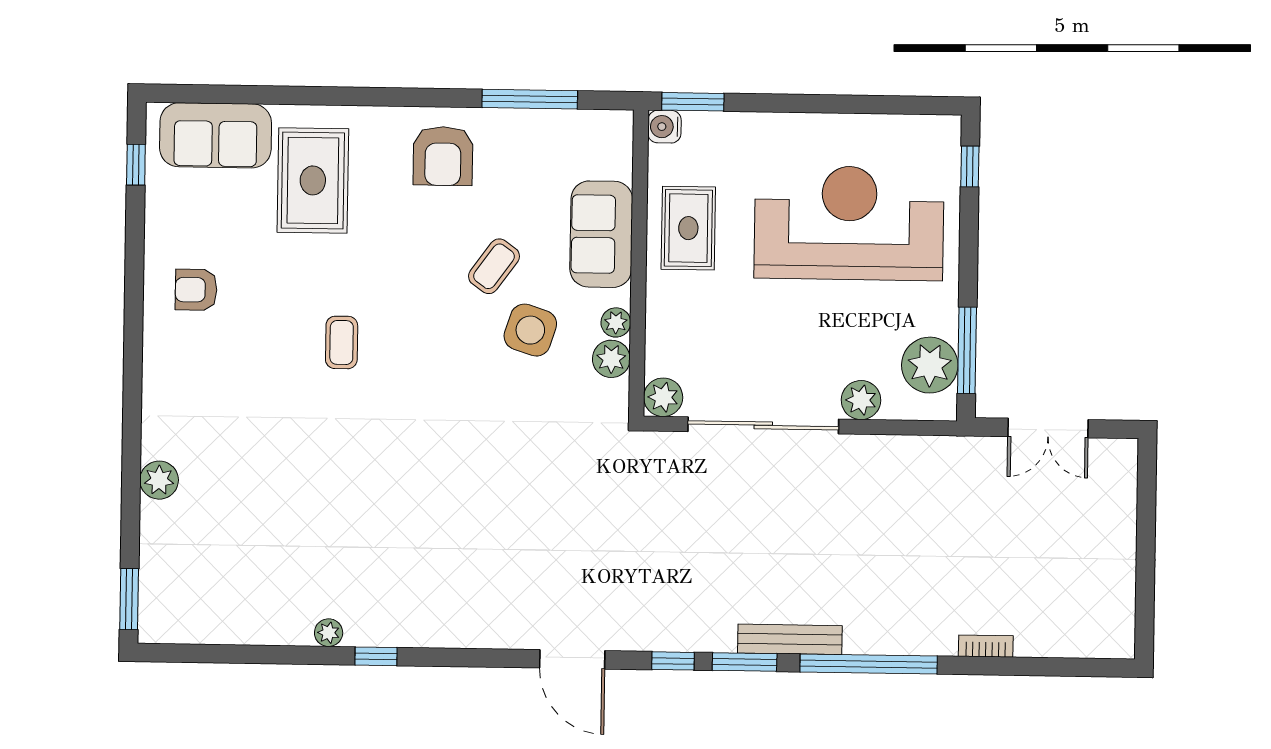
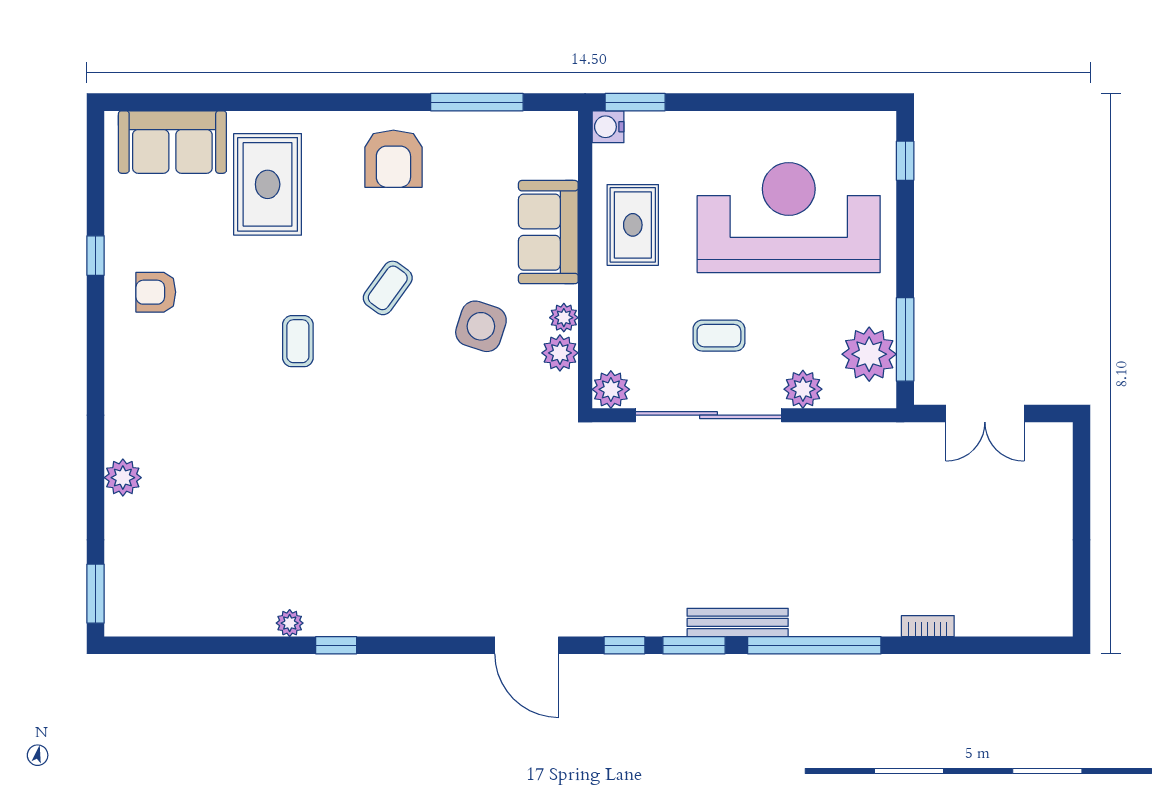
window: (136, 165) -> (96, 256), moved
coffee table: (494, 266) -> (388, 288), moved
coffee table: (775, 344) -> (719, 336), added

